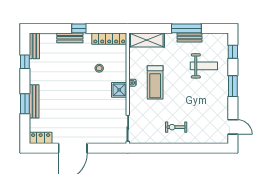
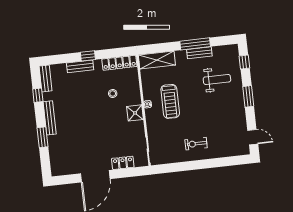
bench: (34, 101) -> (50, 118), moved
locker: (41, 138) -> (123, 163), moved

